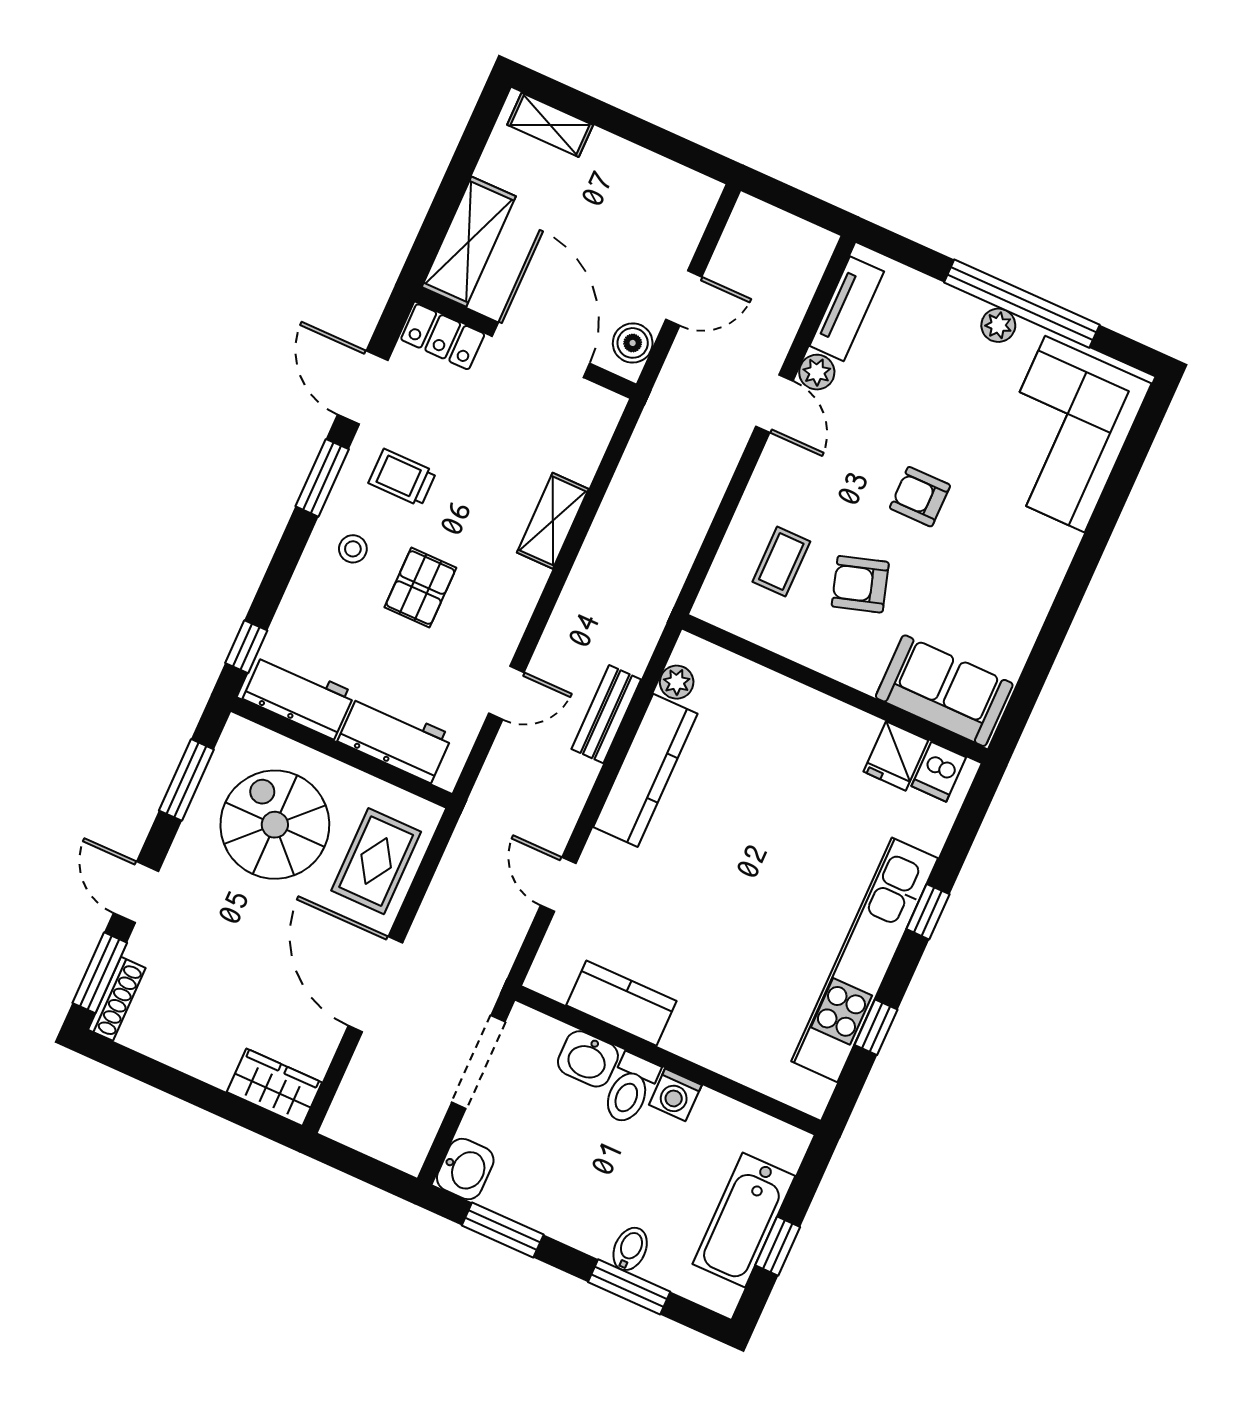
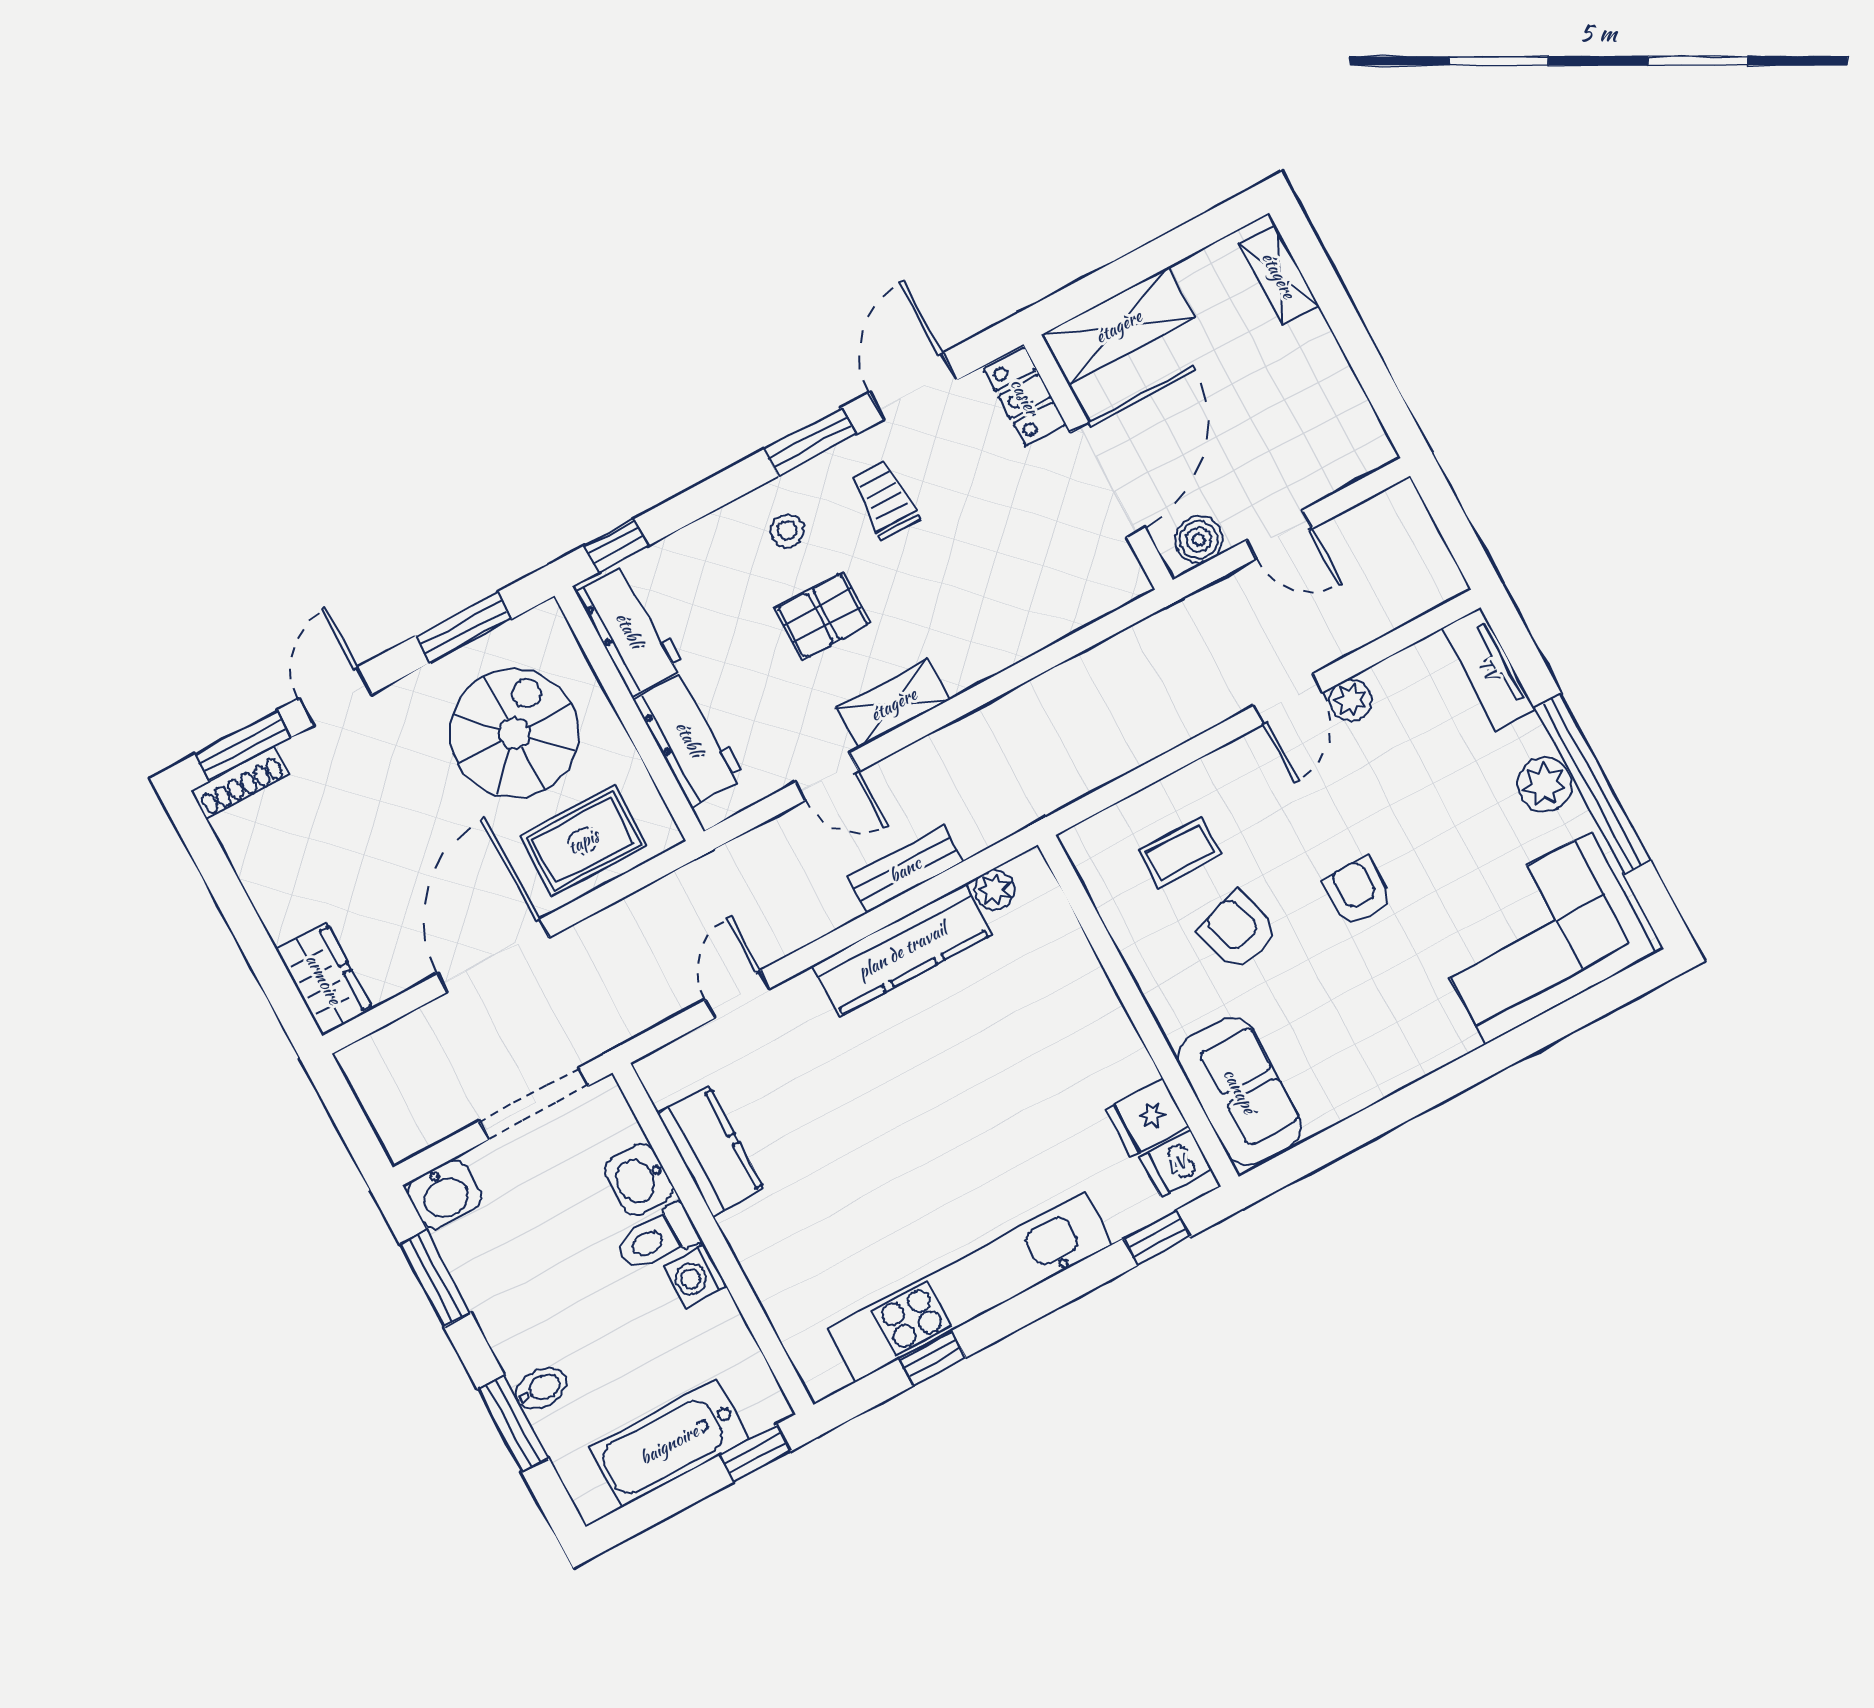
tv unit: (847, 309) -> (1489, 669), moved, turned 90
plant: (998, 325) -> (1545, 784), width x1.38, depth x1.38
shelving: (553, 521) -> (893, 704), moved
window: (928, 912) -> (1157, 1238), moved
window: (778, 1246) -> (755, 1453), moved

